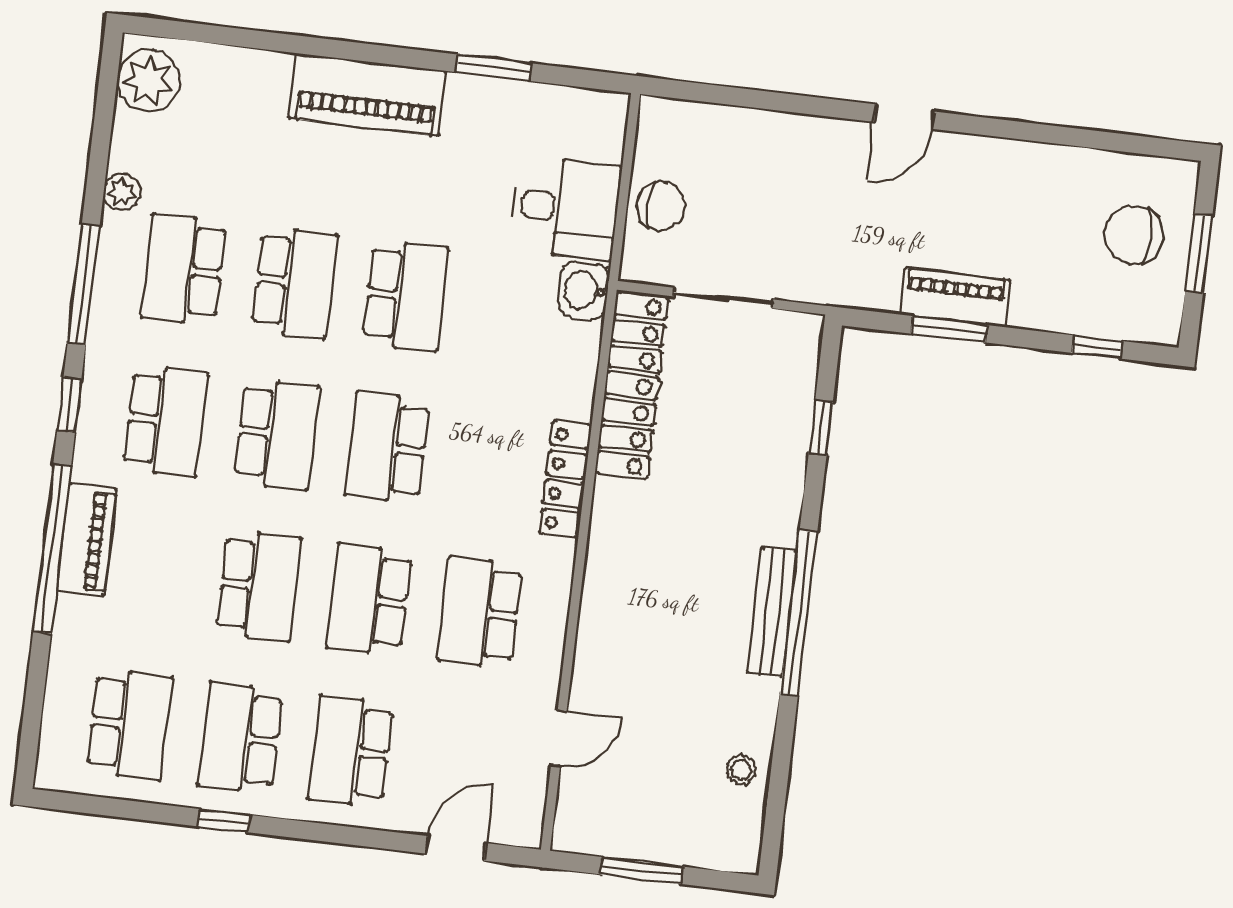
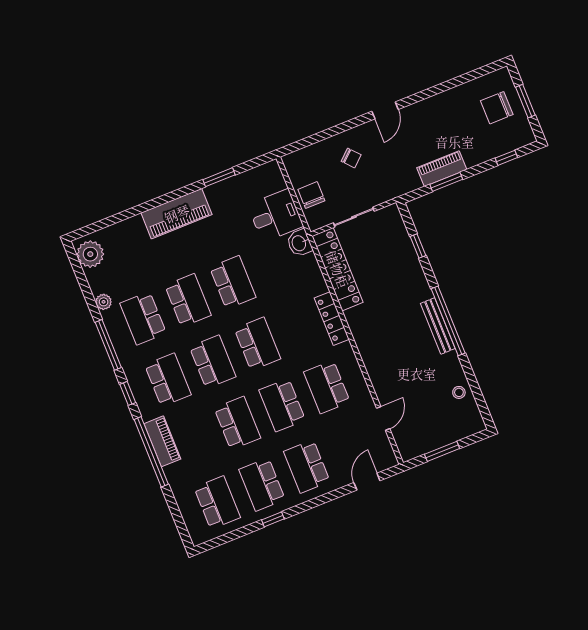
chair: (783, 175) -> (351, 158), added
chair: (661, 206) -> (311, 195), turned -90
school desk: (387, 448) -> (257, 344), turned 180

